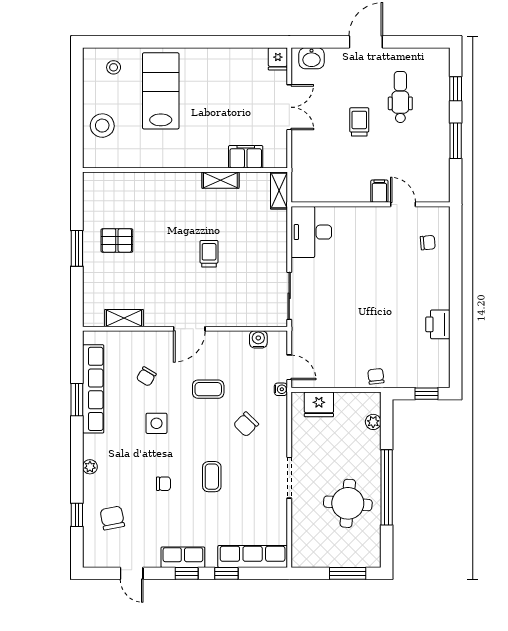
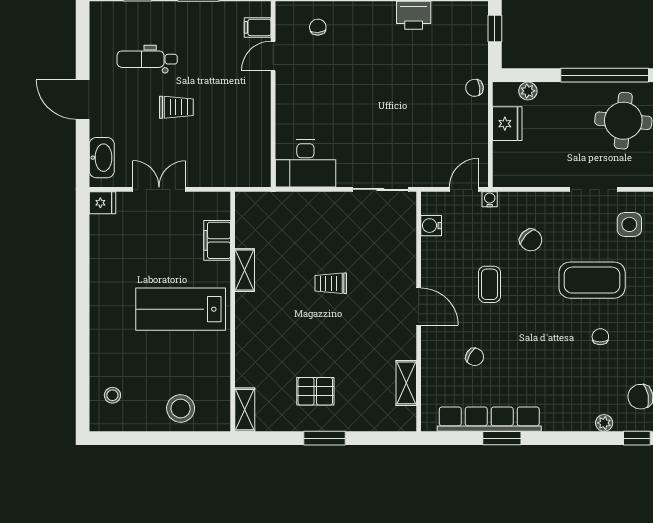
washbasin: (311, 58) -> (102, 158), width x1.38
lab bench: (161, 91) -> (181, 309), moved
trolley: (359, 122) -> (176, 107), turned 180
shelving: (279, 191) -> (245, 410), moved, turned 90
filing cabinet: (379, 191) -> (258, 27), moved
pallet: (117, 240) -> (315, 391), turned 90
fridge: (319, 404) -> (507, 124), moved
side table: (156, 423) -> (629, 224), moved
plant: (90, 467) -> (604, 423), moved
coffee table: (212, 477) -> (592, 280), width x1.86, depth x1.72

